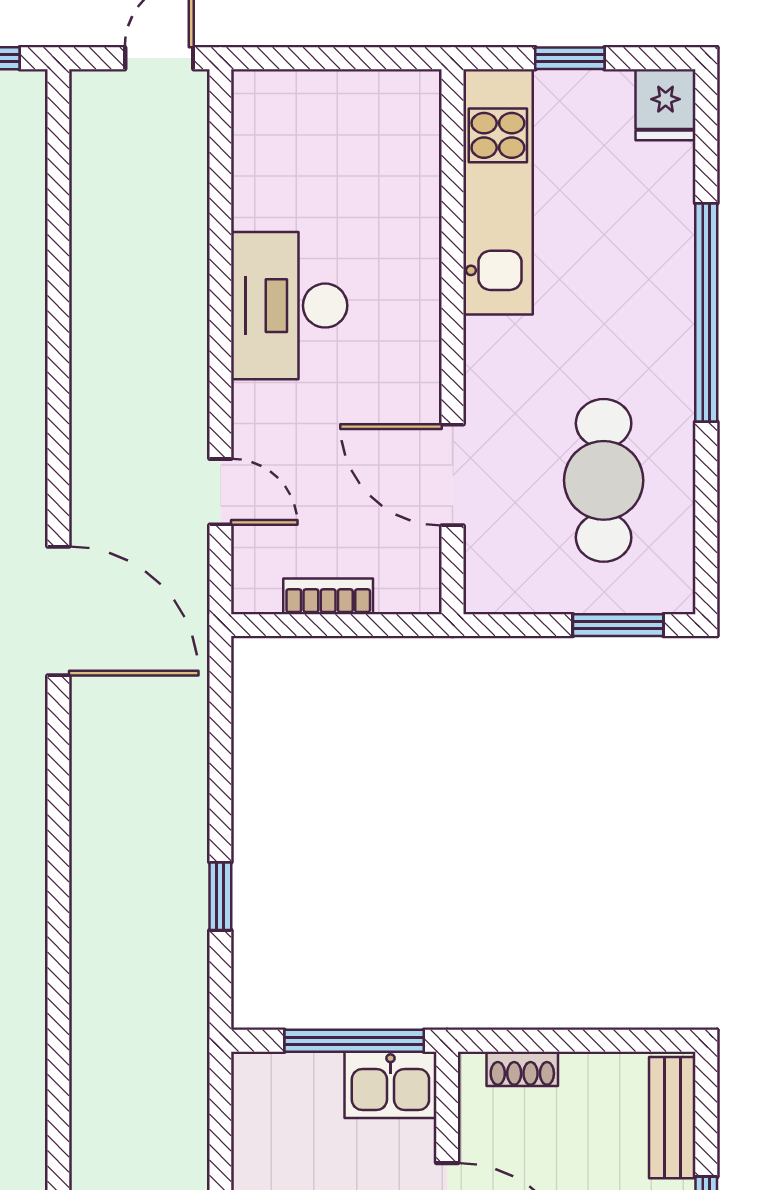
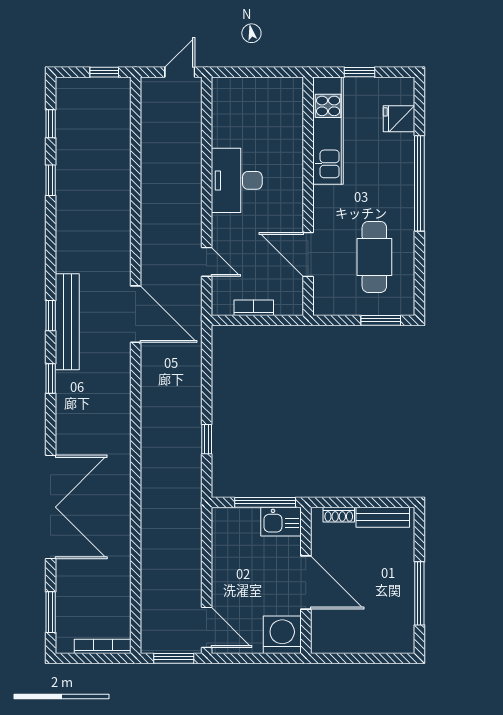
fridge: (666, 105) -> (399, 119), moved, turned 90
bench: (672, 1118) -> (383, 517), moved, turned 90

